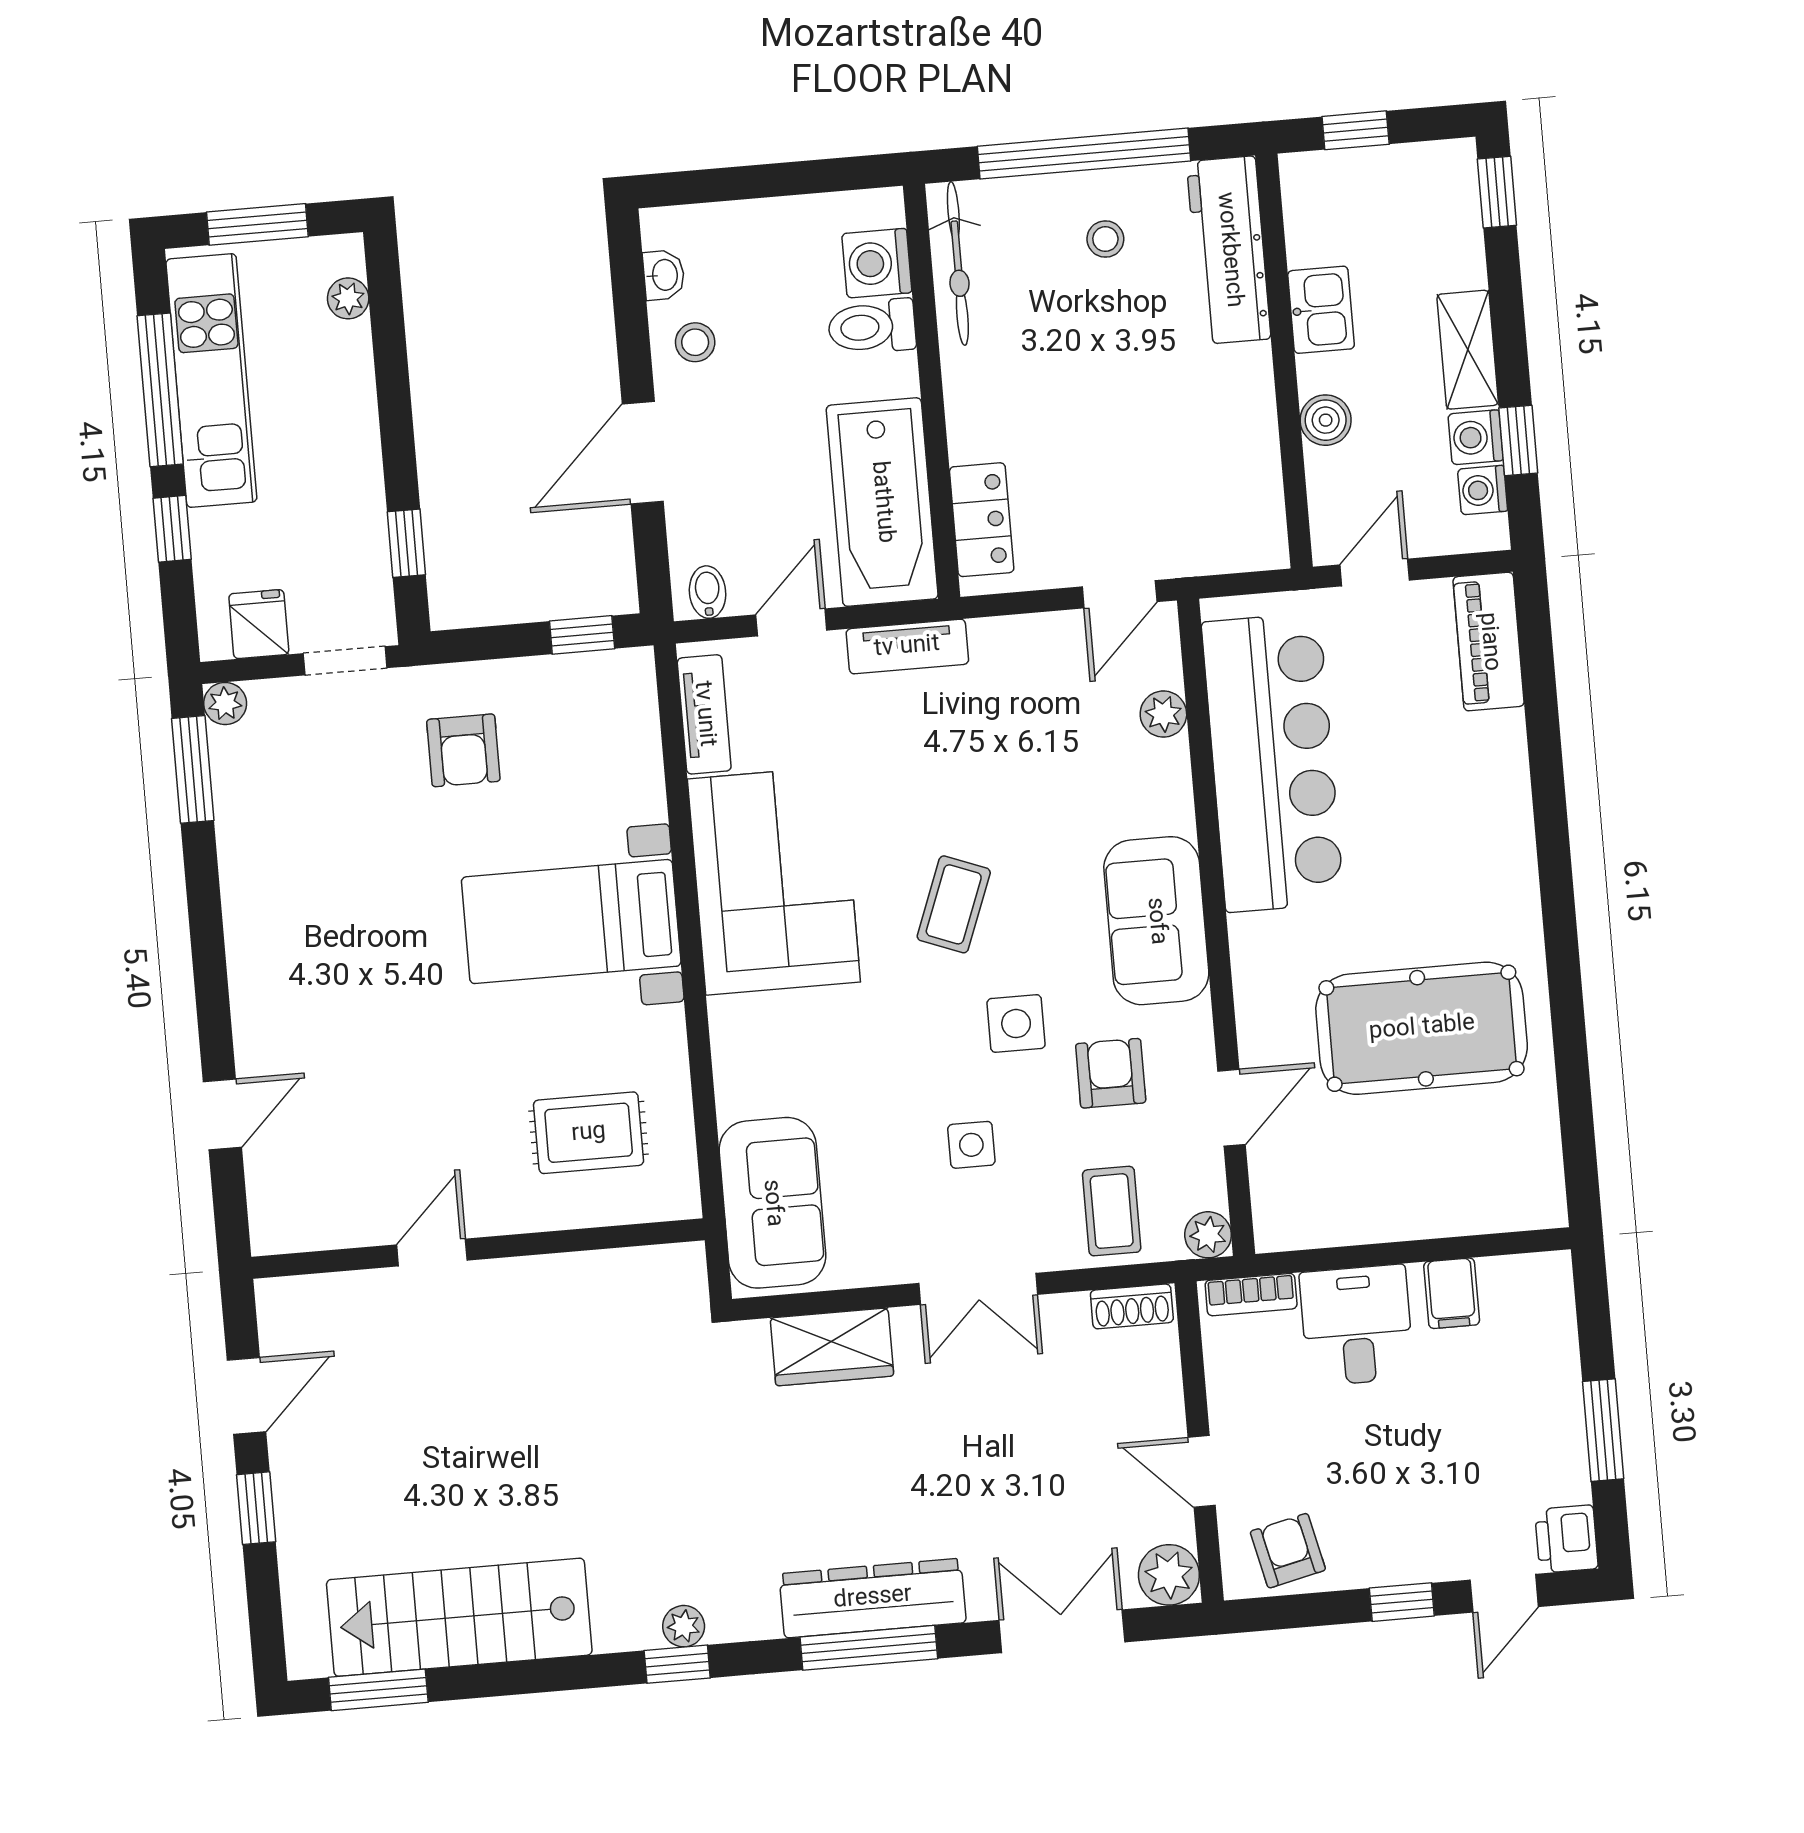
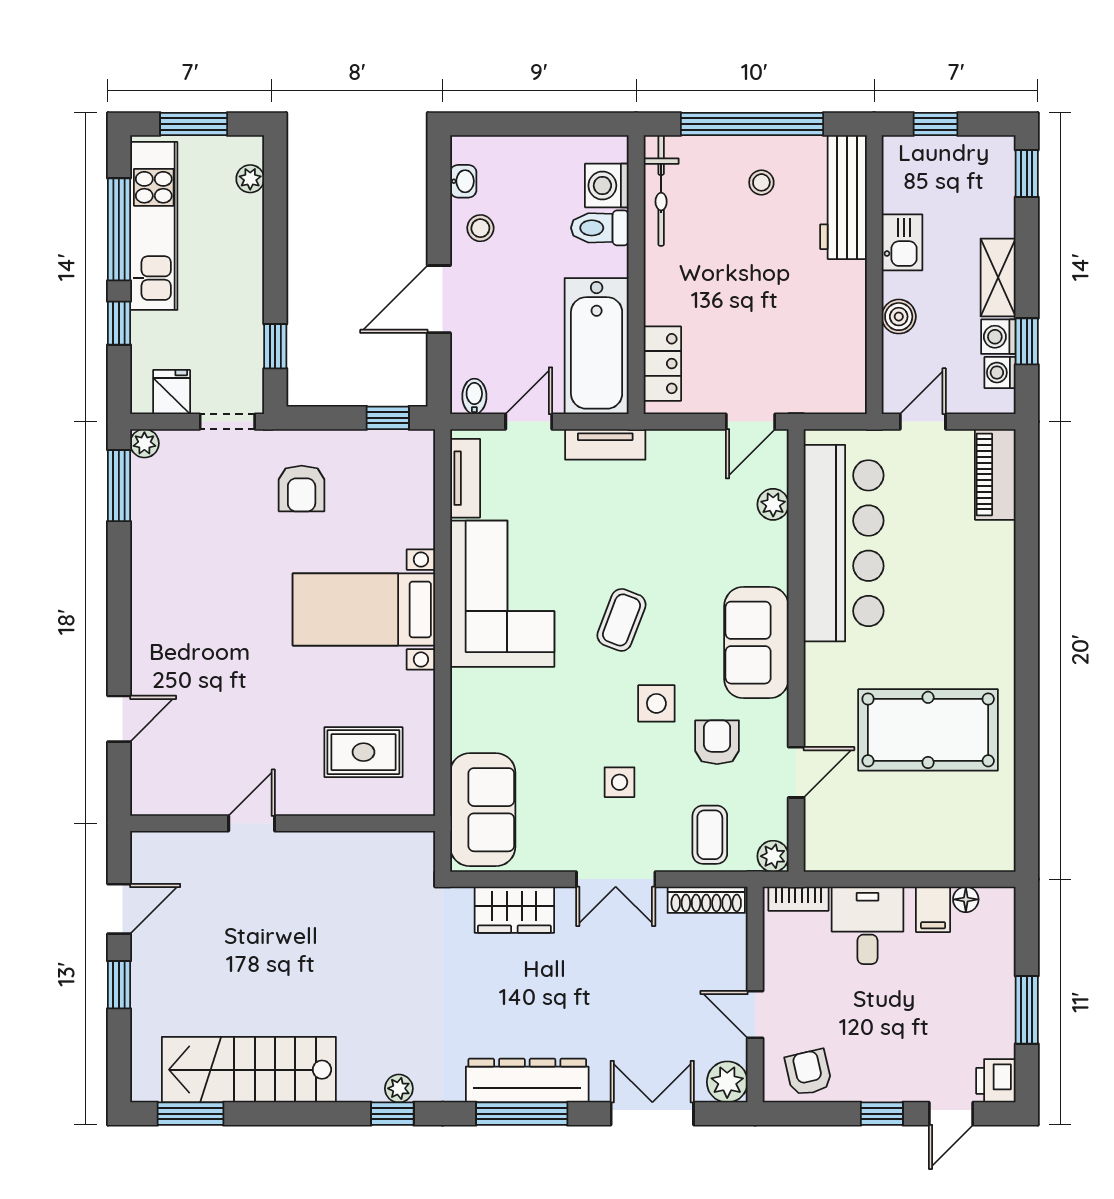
floor lamp: (1499, 1274) -> (966, 899), added
shoe rack: (1132, 1306) -> (706, 900), width x1.43

